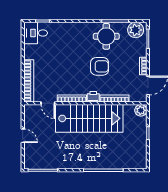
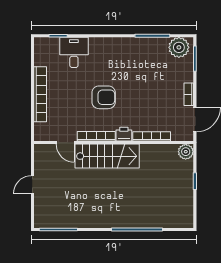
desk: (36, 33) -> (74, 52), moved, turned 90
round table: (106, 36) -> (141, 56), removed
armchair: (100, 66) -> (104, 97), moved
bookcase: (29, 81) -> (40, 94), moved
stairs: (89, 118) -> (107, 156), width x0.73, depth x0.66
door: (23, 136) -> (32, 185), swing flipped

